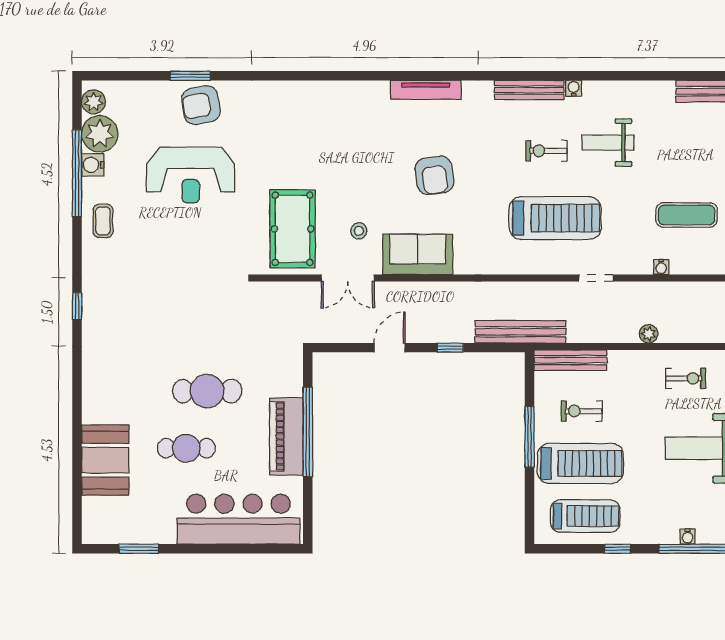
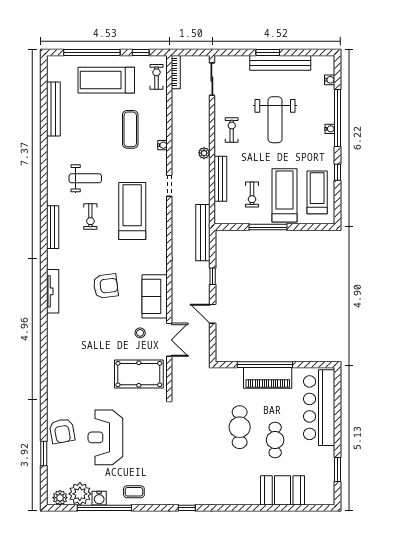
window: (190, 76) -> (44, 454), moved
water cooler: (574, 88) -> (52, 200), removed
weight bench: (608, 143) -> (85, 178), turned -90
reception desk: (191, 175) -> (105, 437), turned 180
bench: (570, 360) -> (220, 179), moved

